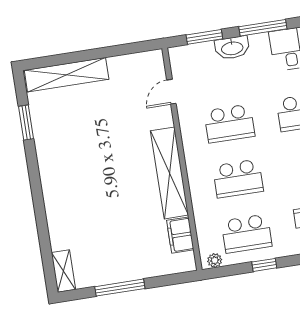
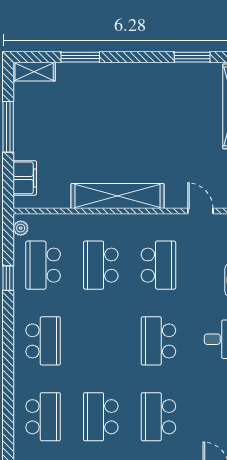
school desk: (229, 124) -> (158, 265), turned 180
window: (43, 229) -> (80, 57), added
filing cabinet: (180, 235) -> (25, 178), moved, turned 90

